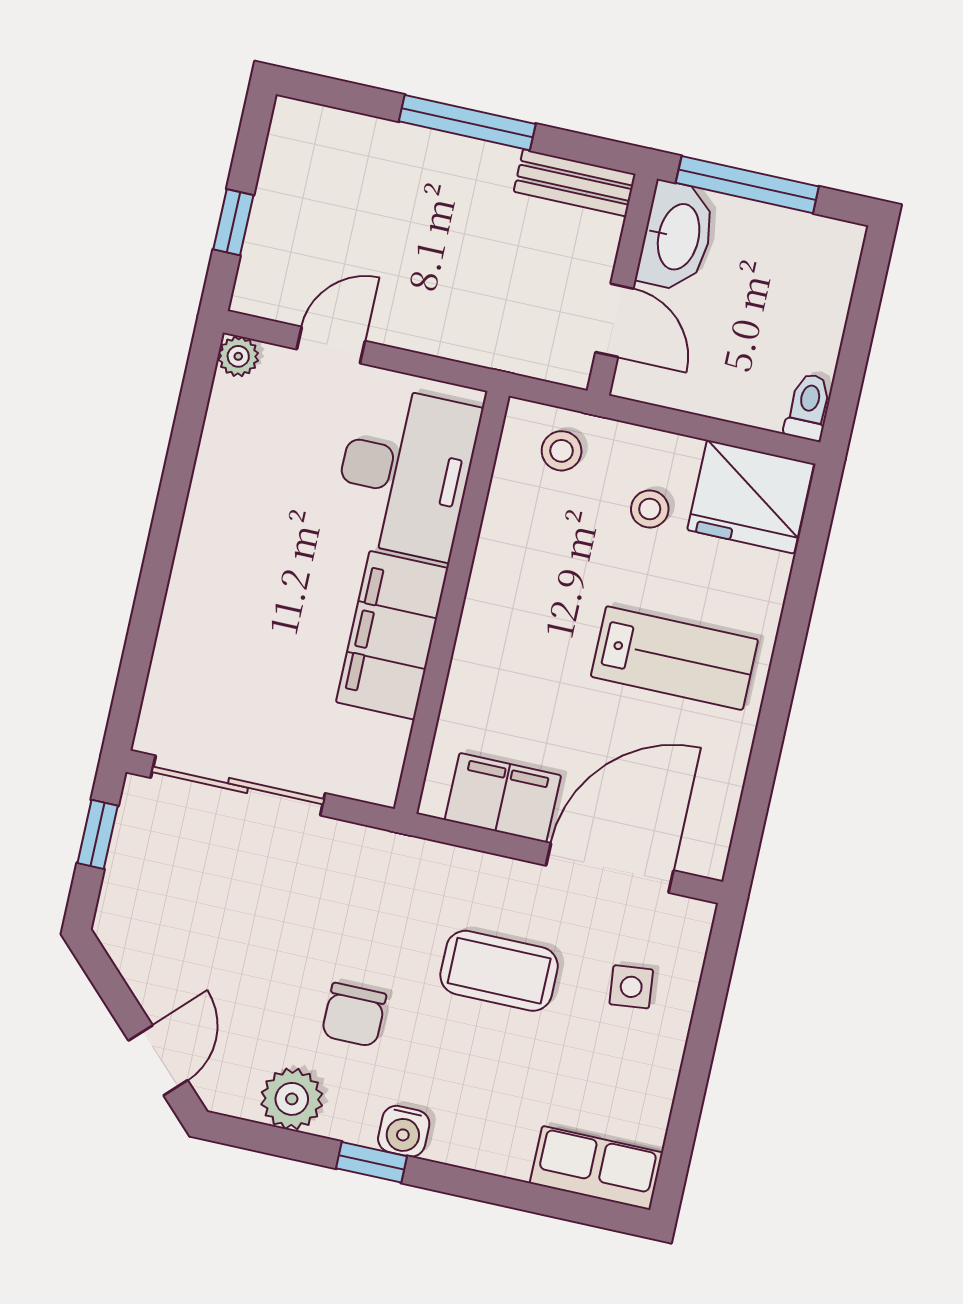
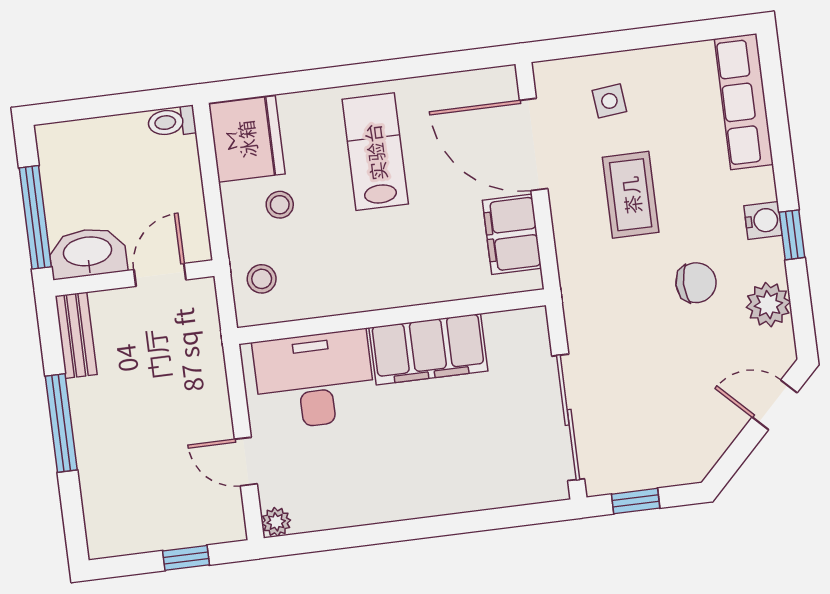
row of seats: (596, 1168) -> (744, 102), width x1.48

